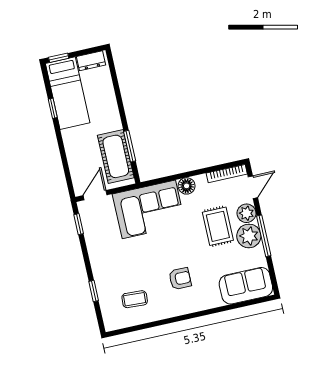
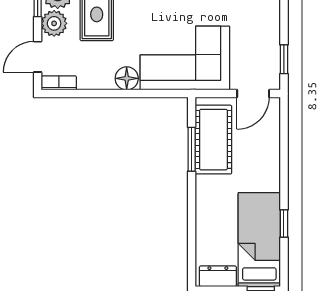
bookcase: (227, 174) -> (59, 83), width x0.64

